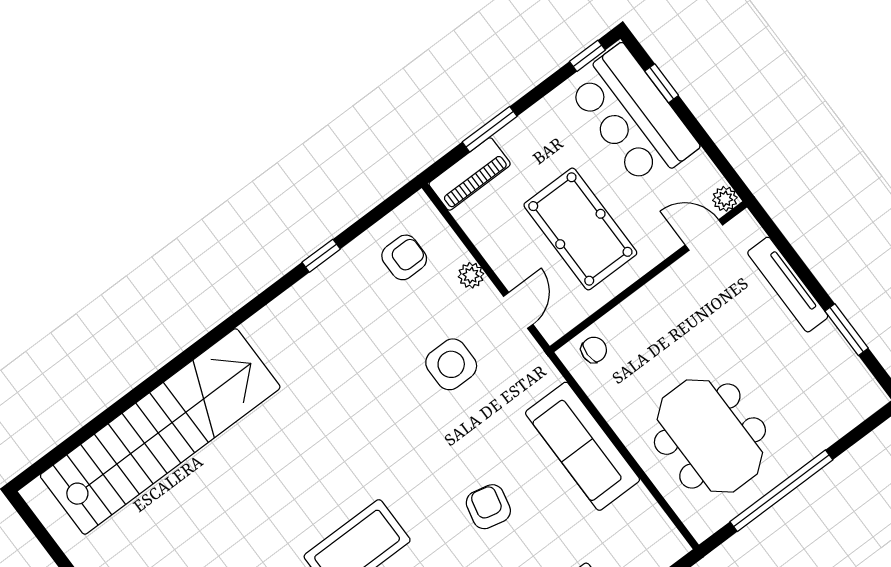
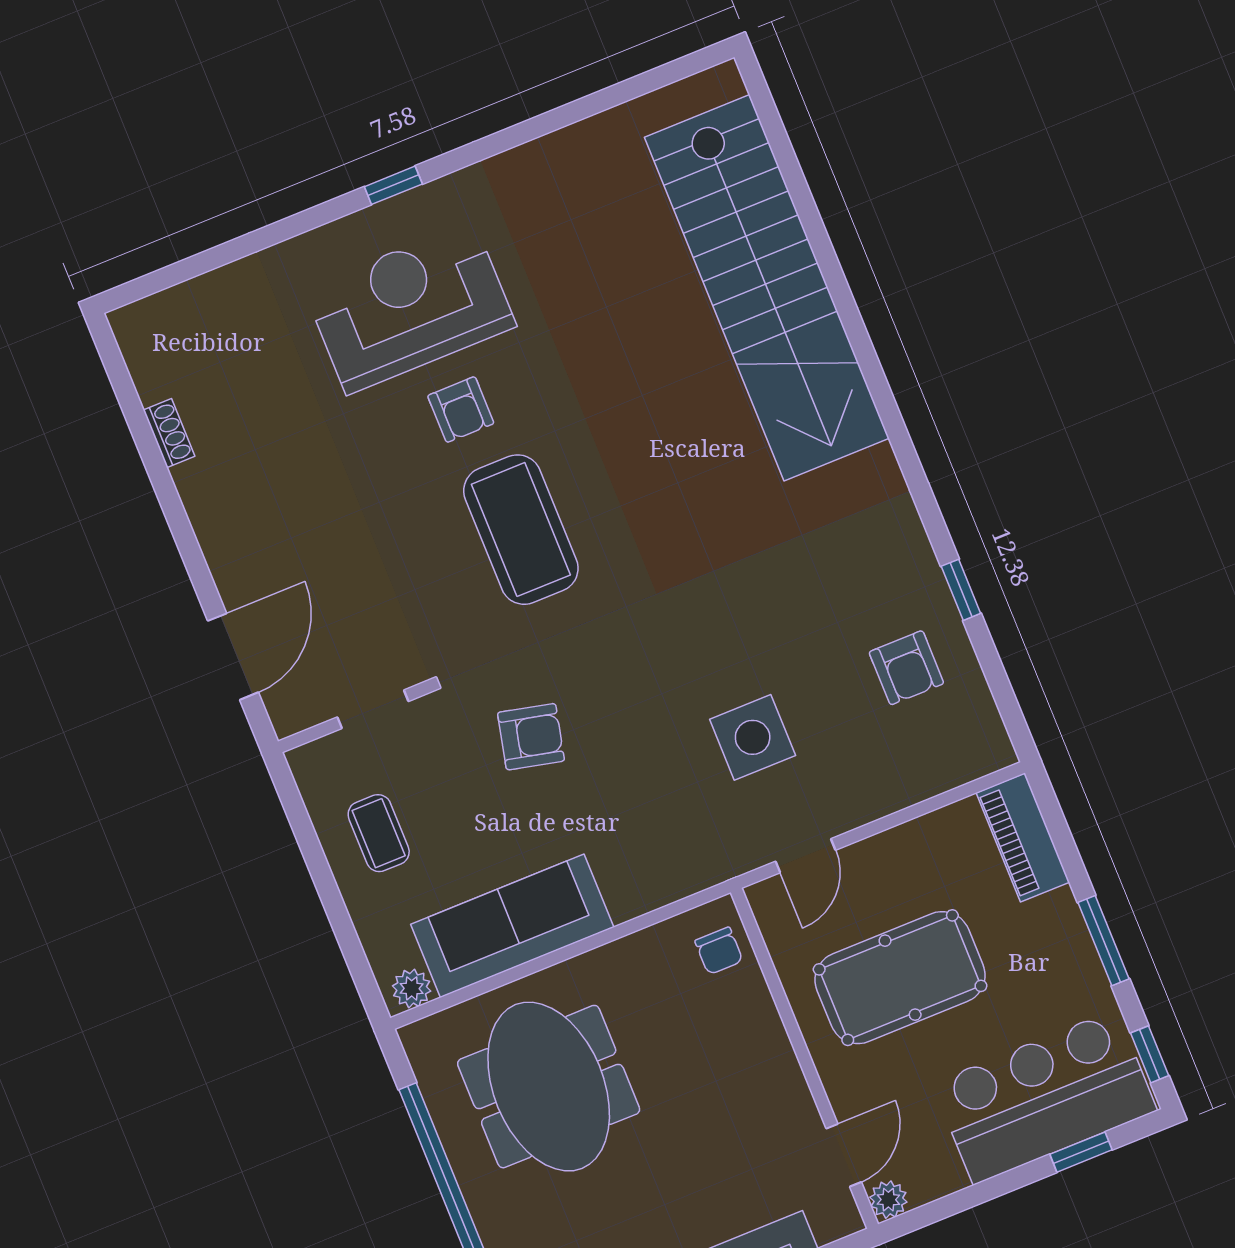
window: (490, 129) -> (1103, 941), moved
armchair: (404, 257) -> (906, 668), moved
plant: (471, 275) -> (412, 988), moved
door: (518, 310) -> (805, 856), hinge flipped
meeting table: (710, 436) -> (549, 1087), turned 90
sofa: (583, 446) -> (512, 926), moved

